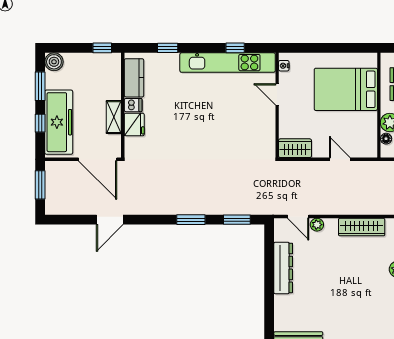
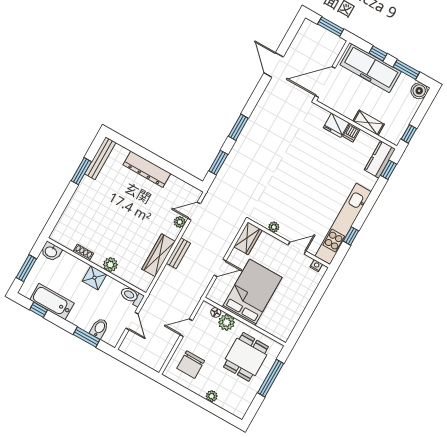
window: (168, 48) -> (389, 170), moved
kitchen counter: (134, 78) -> (380, 159), moved, turned 90
bed: (346, 89) -> (252, 292), moved
shelving: (114, 117) -> (368, 123), moved
plant: (269, 129) -> (274, 227), added
bench: (348, 209) -> (178, 253), added
dresser: (283, 268) -> (147, 169), moved

